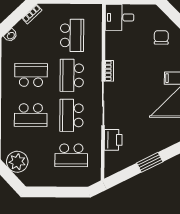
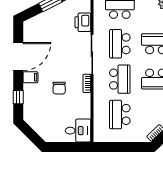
chair: (161, 37) -> (59, 88), moved
school desk: (72, 115) -> (120, 44), turned 180

